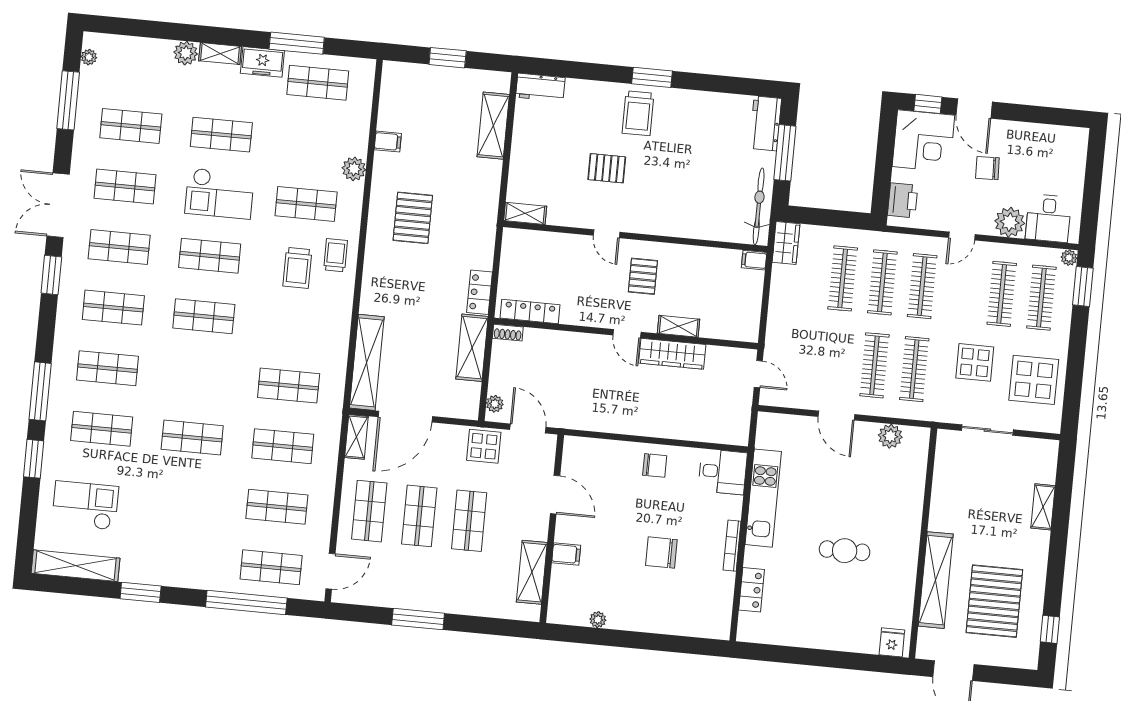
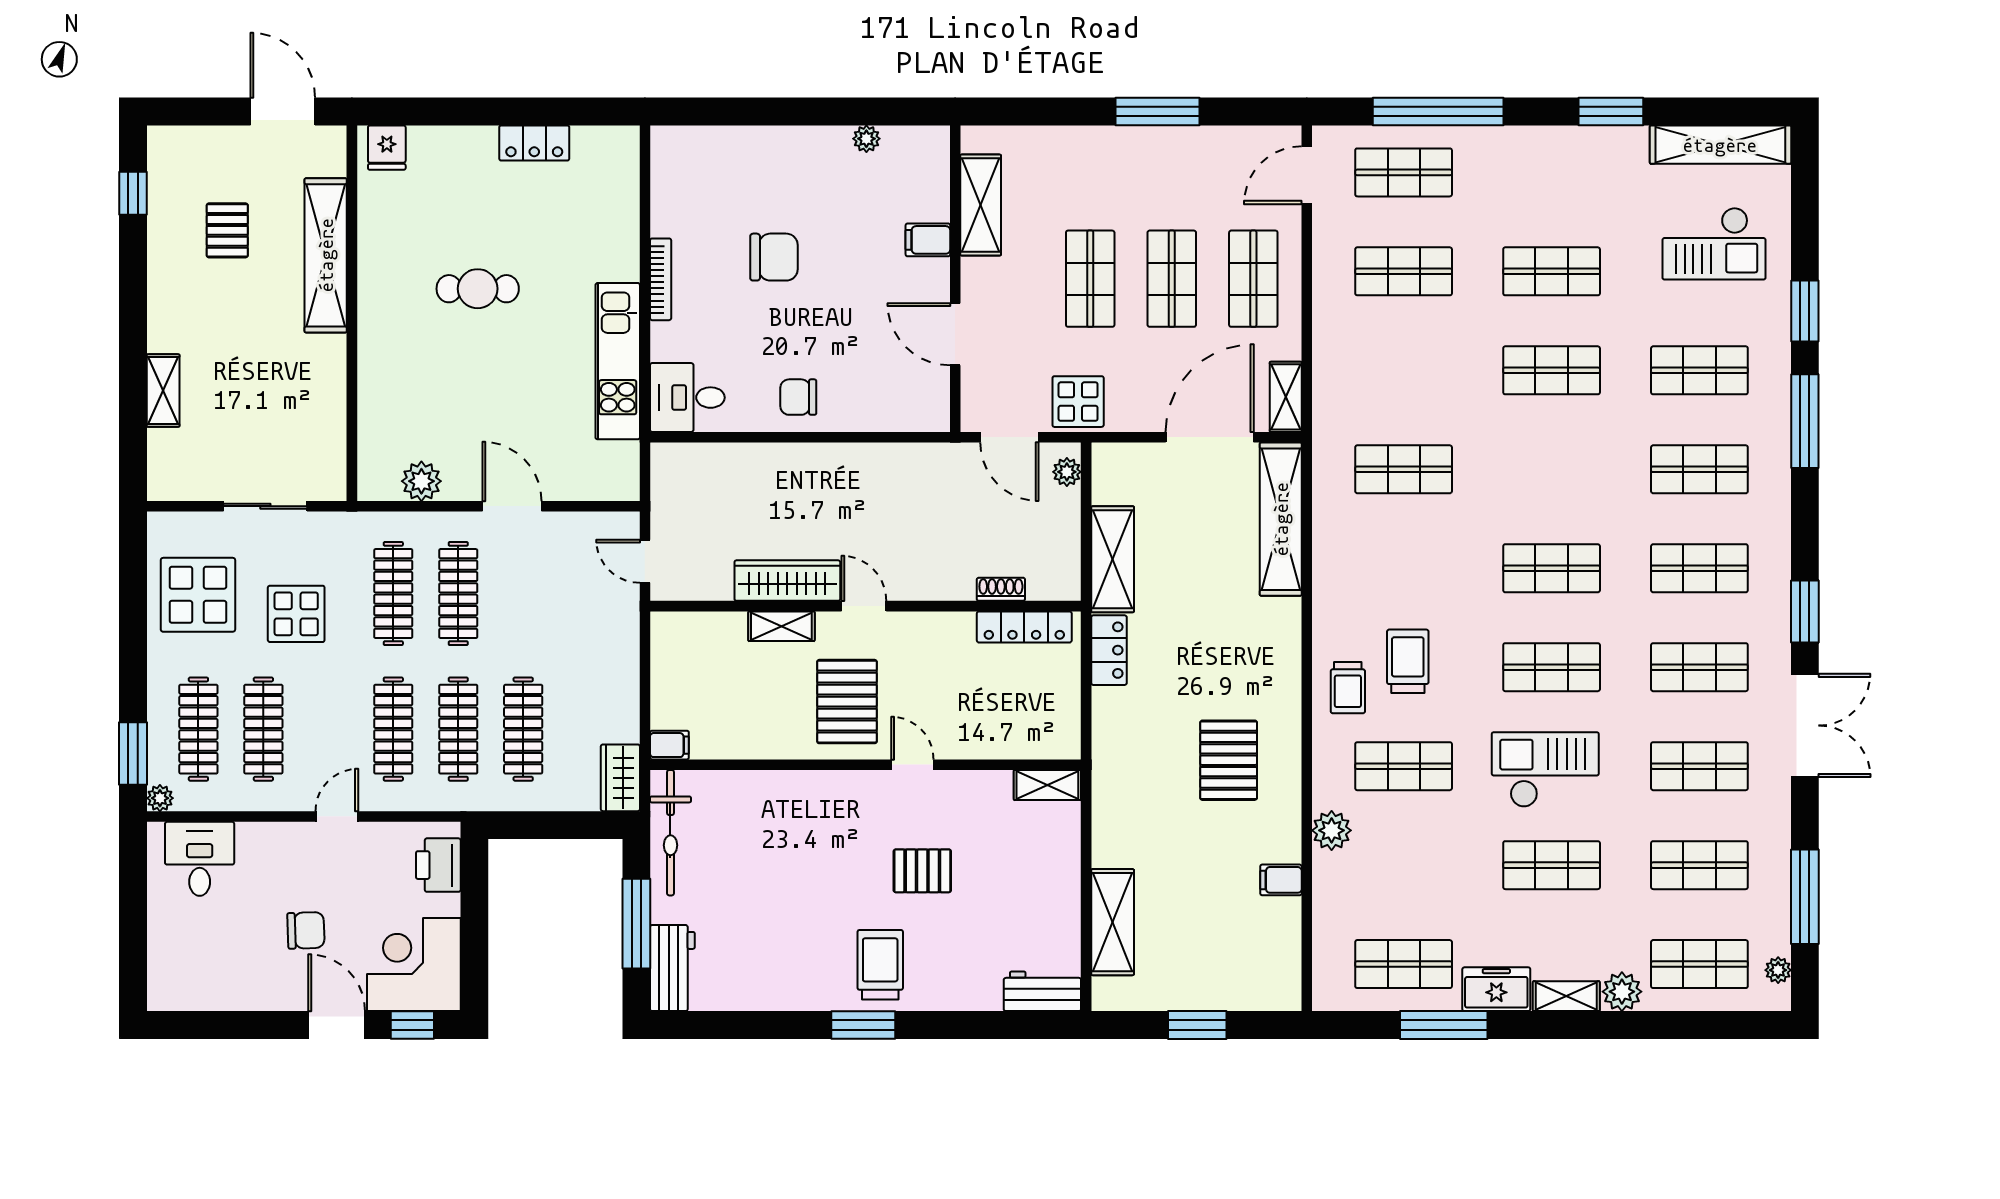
shop shelf: (137, 65) -> (1699, 964), added
plant: (1010, 222) -> (262, 846), removed
pallet: (643, 276) -> (847, 702), width x1.50, depth x1.42
shoe rack: (508, 333) -> (1001, 589), moved
shop shelf: (283, 446) -> (1552, 271), moved
locker: (752, 590) -> (534, 143), moved, turned -90
pallet: (994, 601) -> (227, 230), width x0.49, depth x0.50

